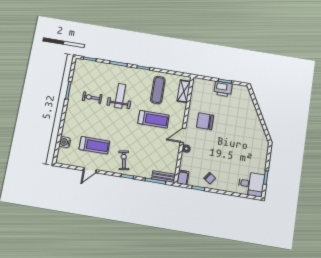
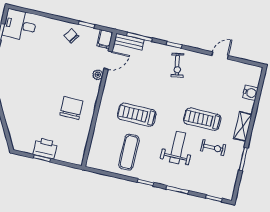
shelving: (184, 91) -> (243, 126), moved
weight bench: (120, 96) -> (177, 148), turned 180
chair: (205, 121) -> (71, 108), turned -90
door: (183, 135) -> (108, 60), moved
treadmill: (94, 145) -> (202, 119), moved

